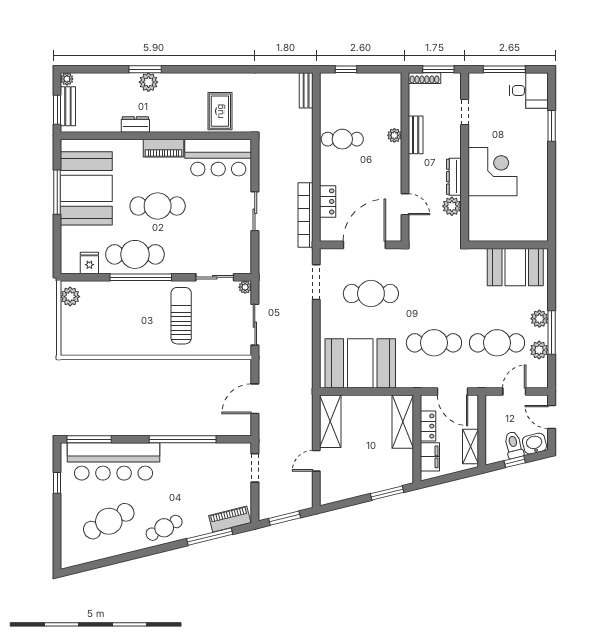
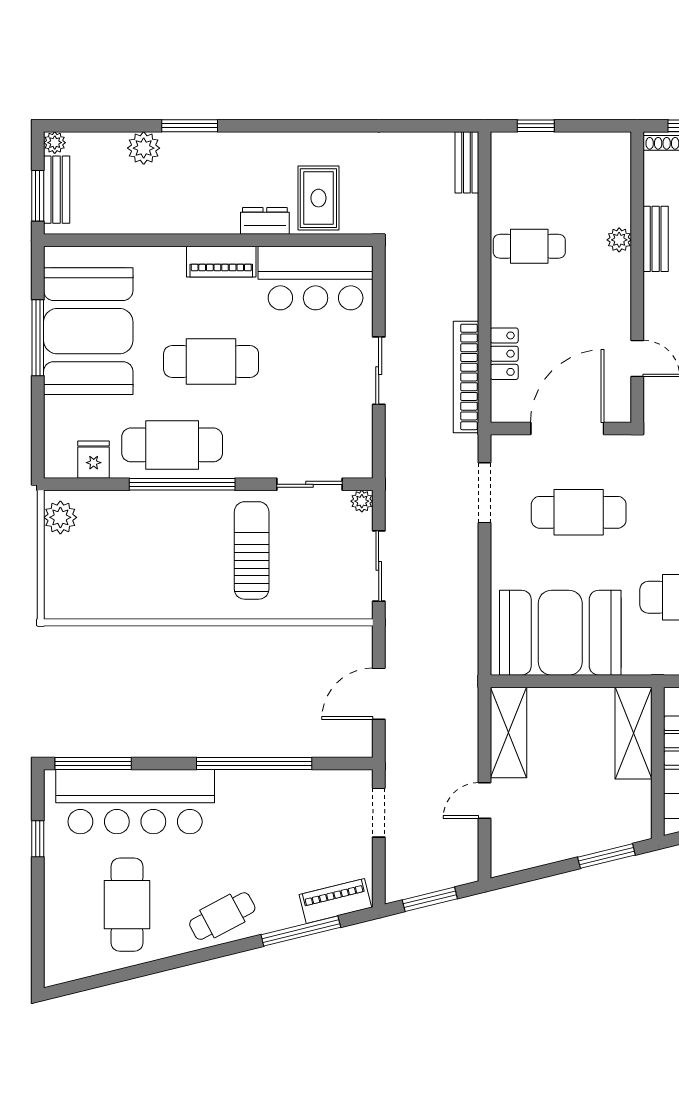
plant: (148, 82) -> (144, 148), moved
dresser: (135, 124) -> (265, 221), moved
cafe table: (109, 521) -> (127, 905), turned -62

